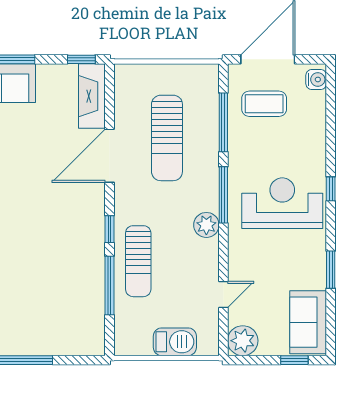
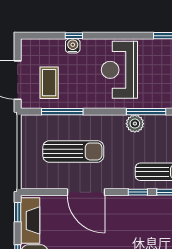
water cooler: (316, 79) -> (73, 46), moved
fireplace: (92, 96) -> (30, 220), moved, turned -90
window: (331, 189) -> (74, 36), moved
window: (223, 195) -> (146, 112), moved

